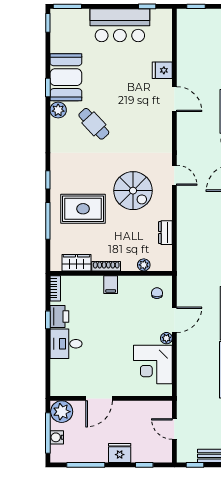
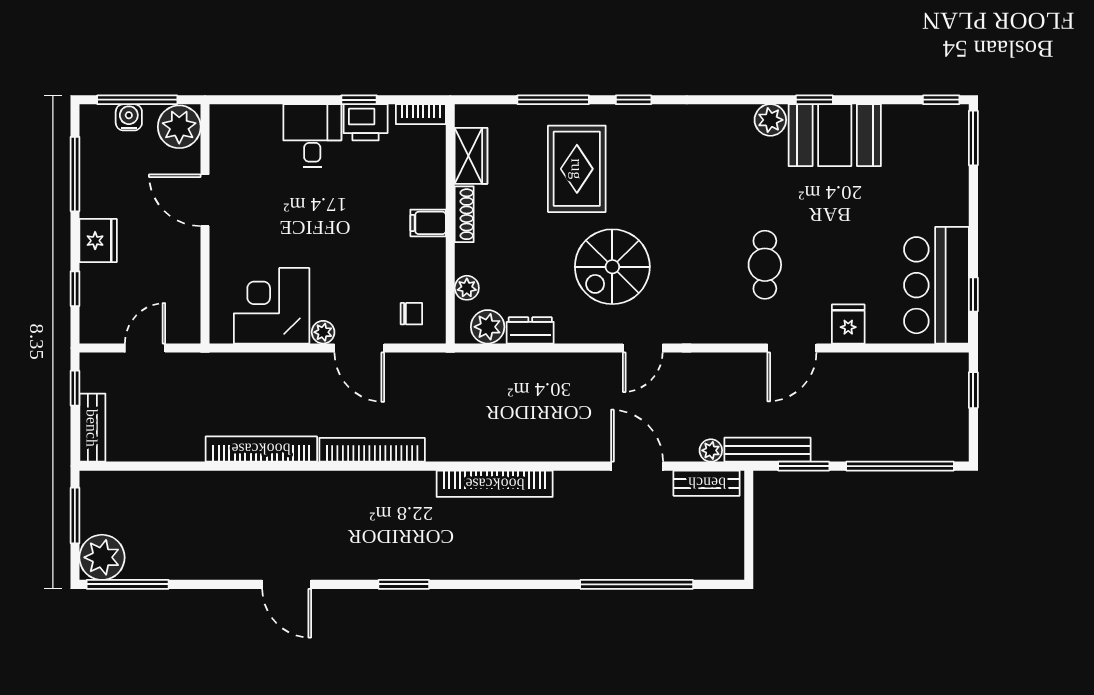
bar counter: (120, 25) -> (936, 285), moved
cafe table: (94, 124) -> (765, 265), moved, turned -47
plant: (164, 254) -> (488, 327), added

